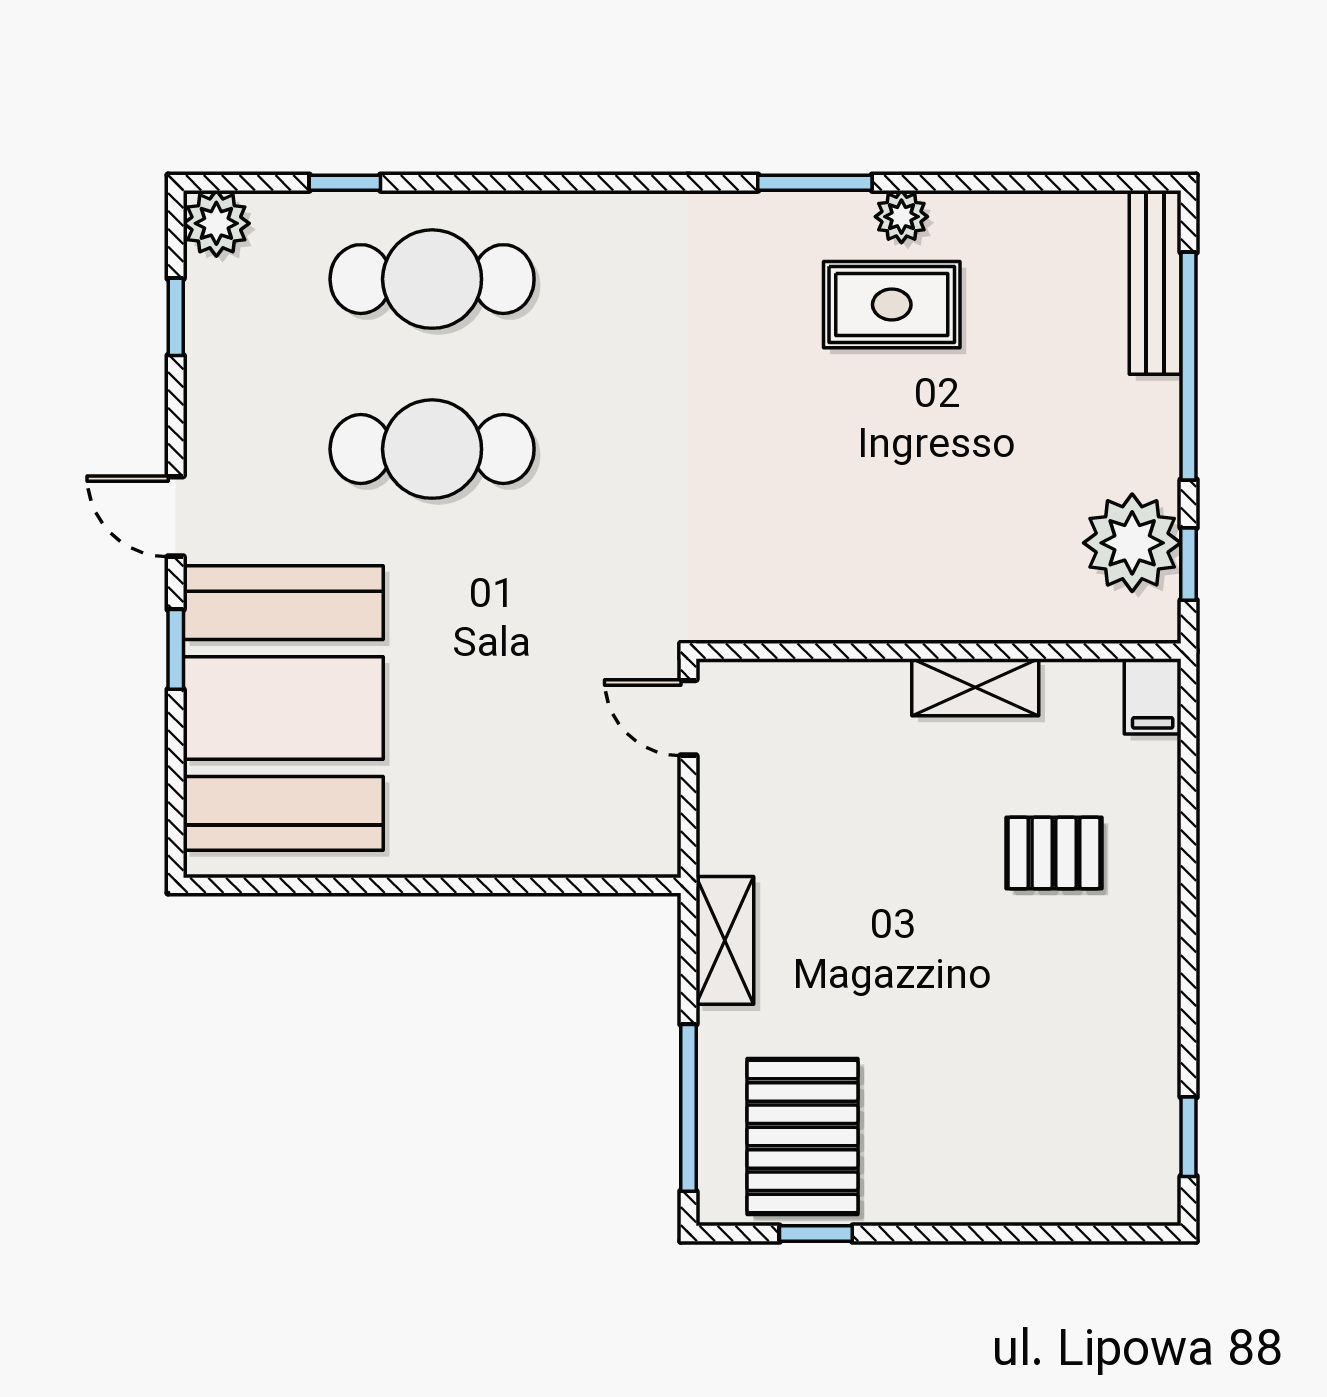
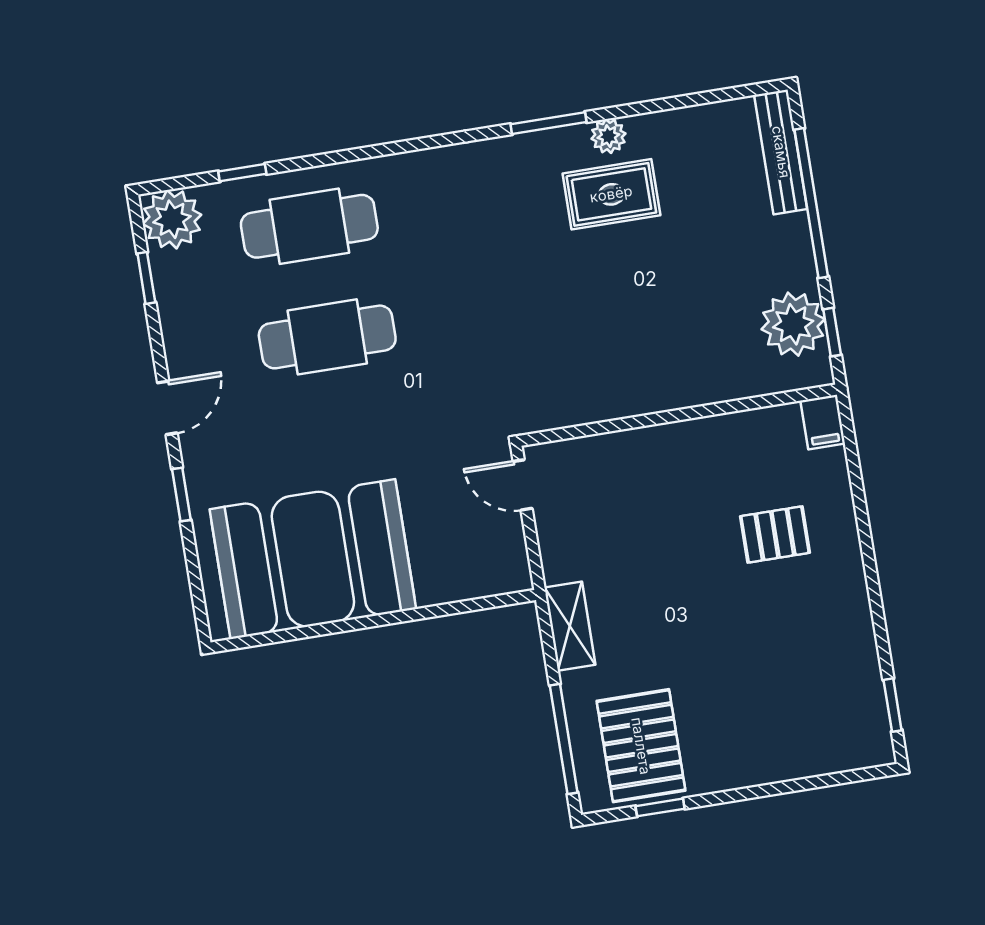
plant: (216, 223) -> (172, 219), width x1.36, depth x1.36
door: (176, 516) -> (167, 408), swing flipped
shelving: (975, 687) -> (706, 435), removed
booth: (283, 708) -> (313, 559), moved, turned 90

